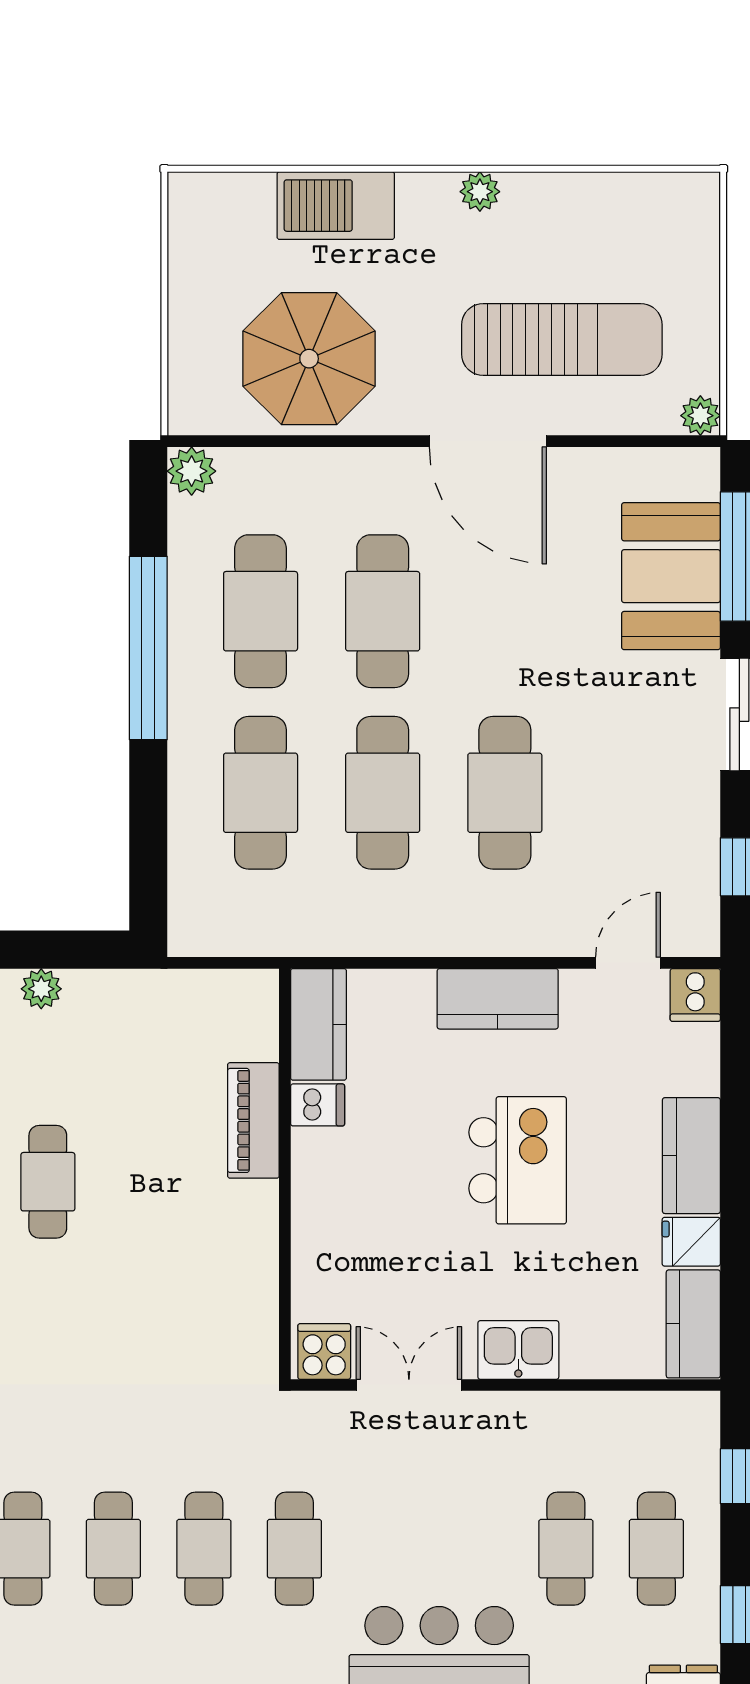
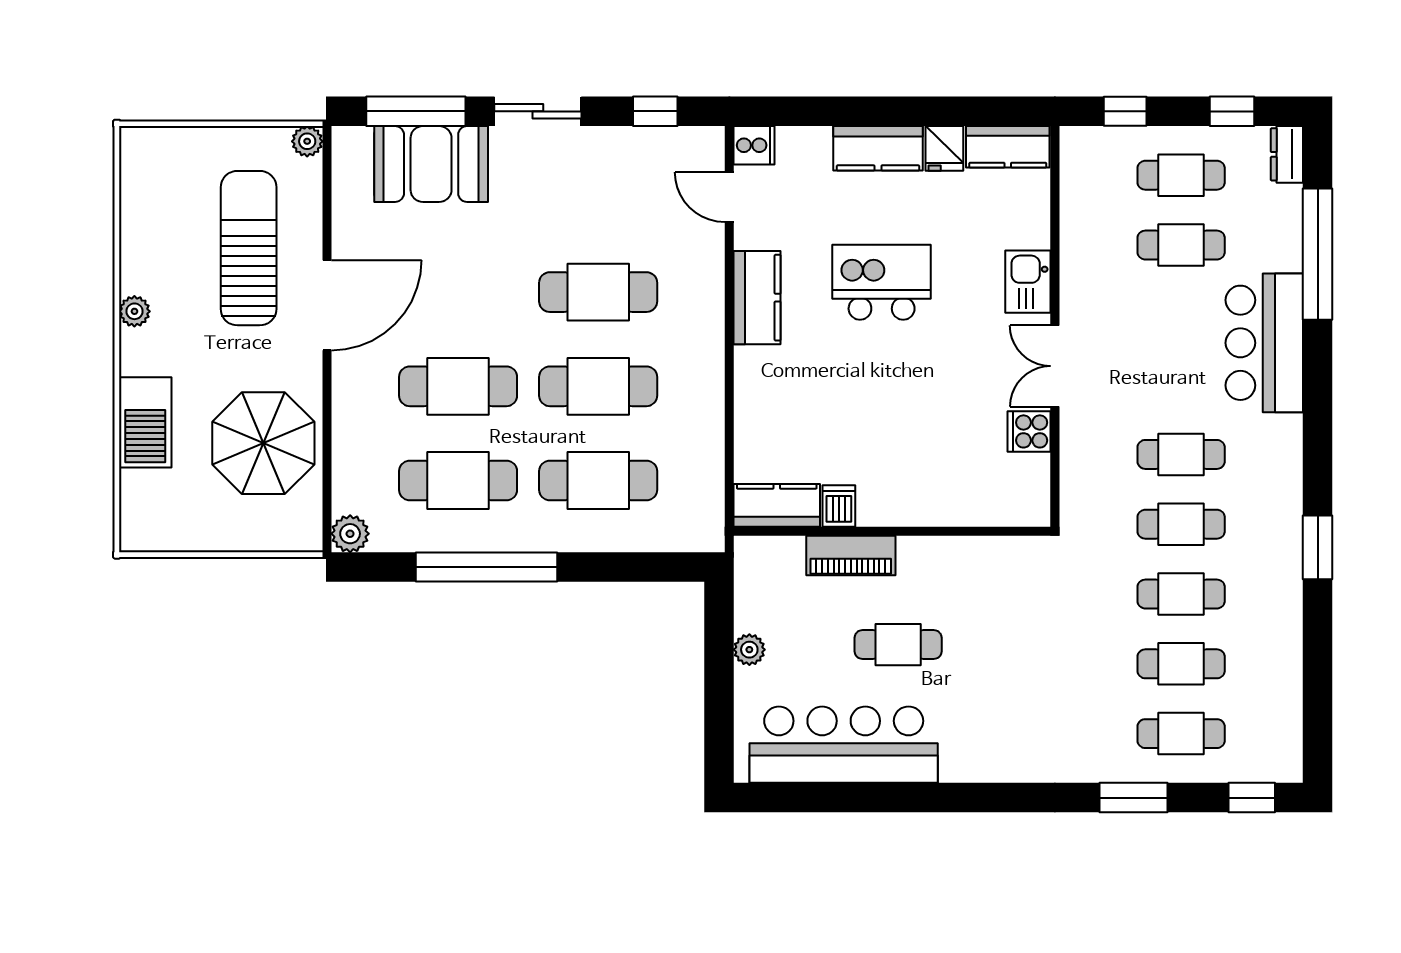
kitchen counter: (318, 1024) -> (777, 505), moved
dishwasher: (318, 1105) -> (839, 506), moved
piano: (253, 1120) -> (851, 556), moved
wall: (285, 1174) -> (892, 531), moved

